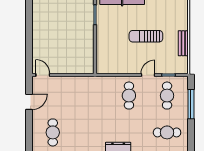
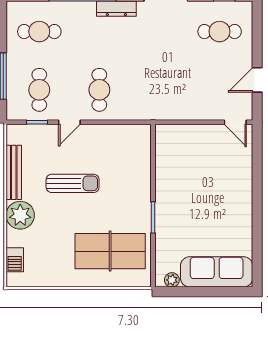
plant: (179, 16) -> (20, 215), added
bench: (183, 43) -> (14, 172), width x1.36
cafe table: (53, 132) -> (220, 32), turned 90

